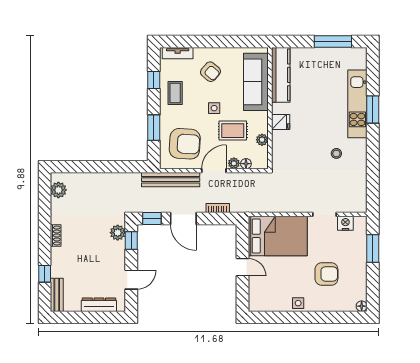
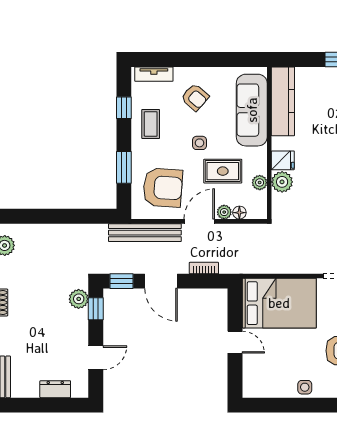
plant: (280, 139) -> (282, 182), added
dresser: (99, 305) -> (55, 389), width x0.70

